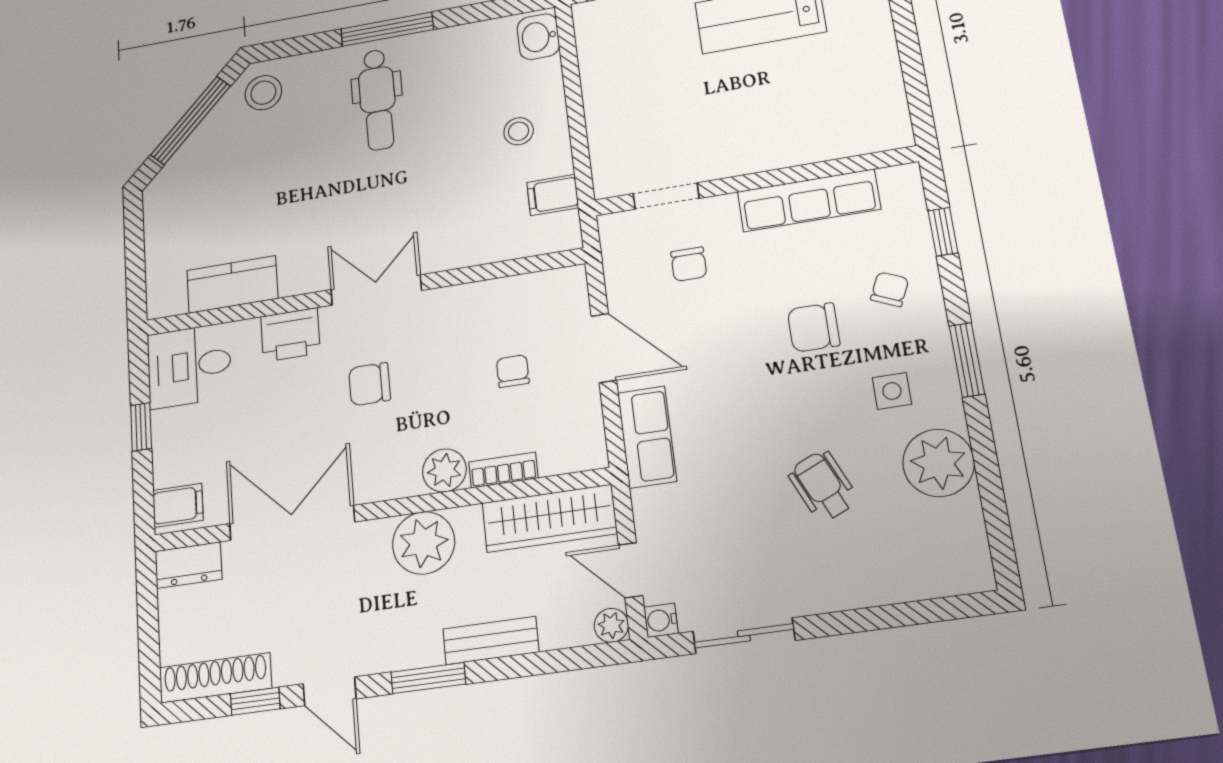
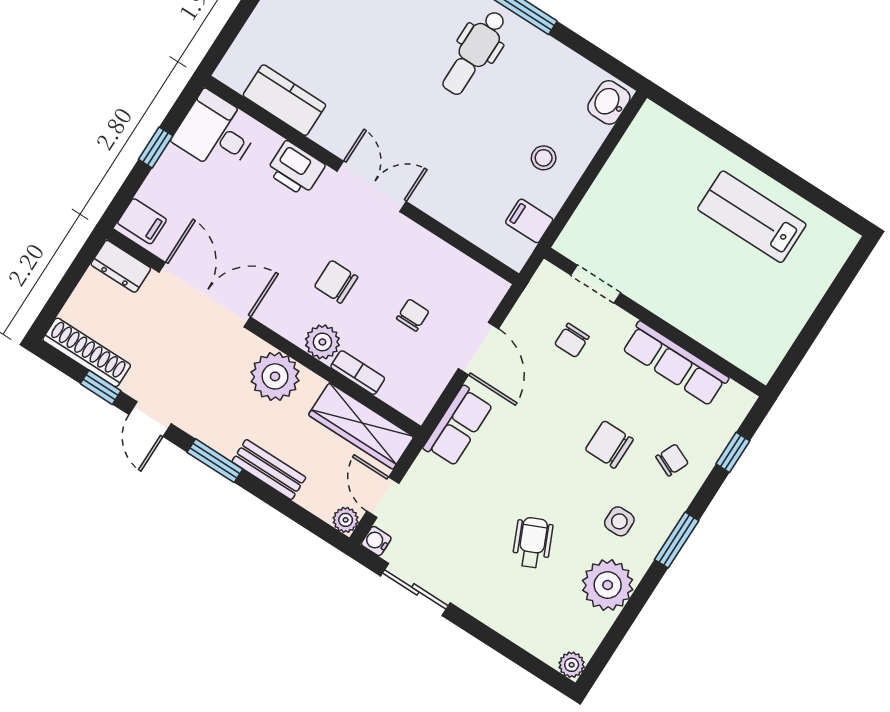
chair: (370, 384) -> (336, 282), moved
plant: (977, 575) -> (572, 665), added

